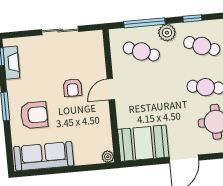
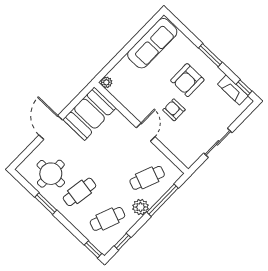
window: (192, 18) -> (122, 242), moved
armchair: (34, 115) -> (187, 80), moved

